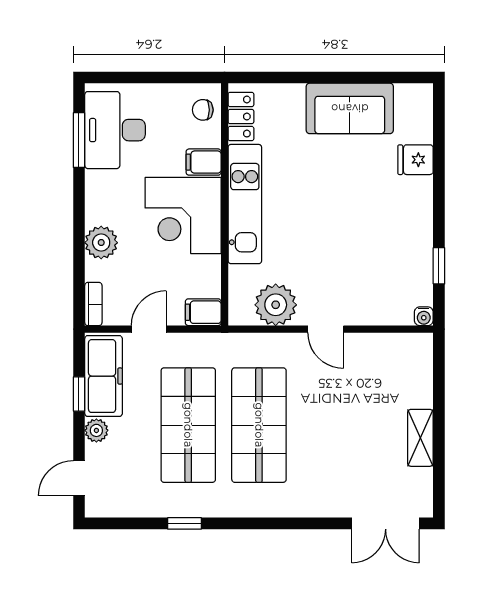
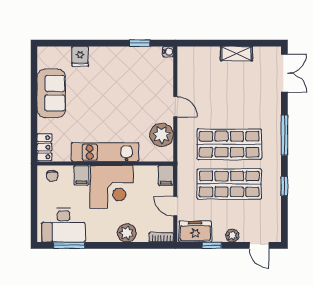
locker: (241, 117) -> (44, 147), moved, turned 90
door: (326, 329) -> (175, 107), hinge flipped
freezer: (104, 376) -> (195, 232), width x0.71
window: (275, 523) -> (284, 135), added

